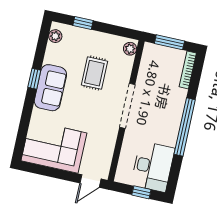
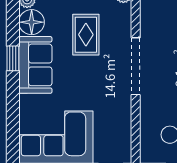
floor lamp: (55, 54) -> (32, 22), added

